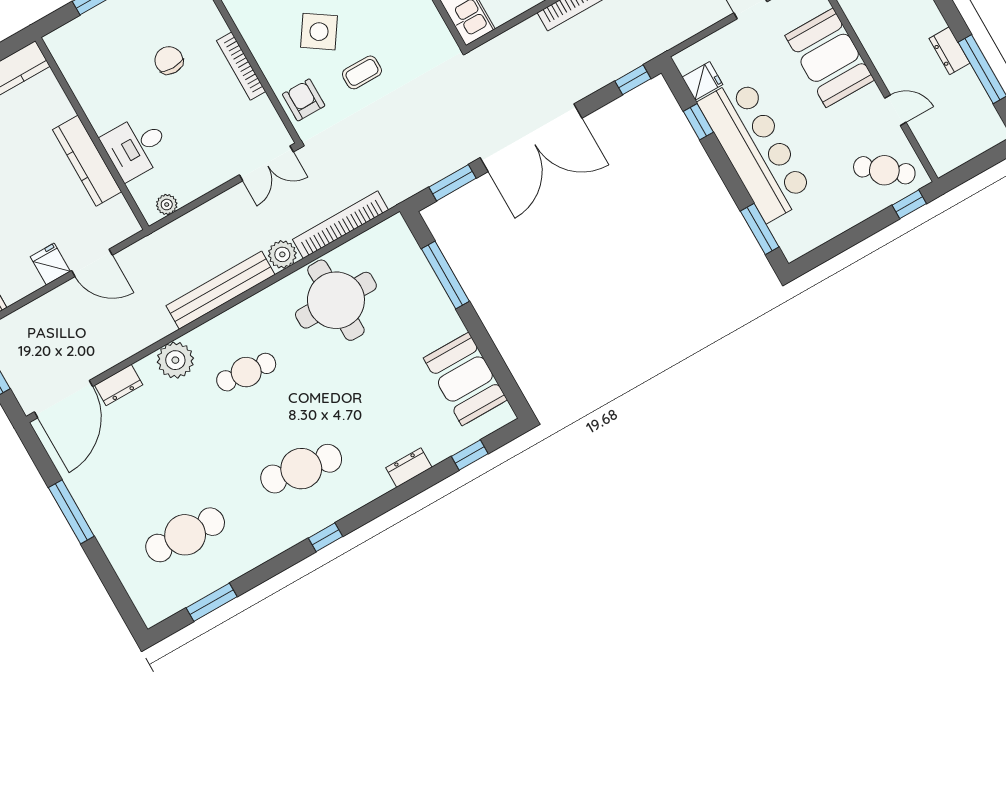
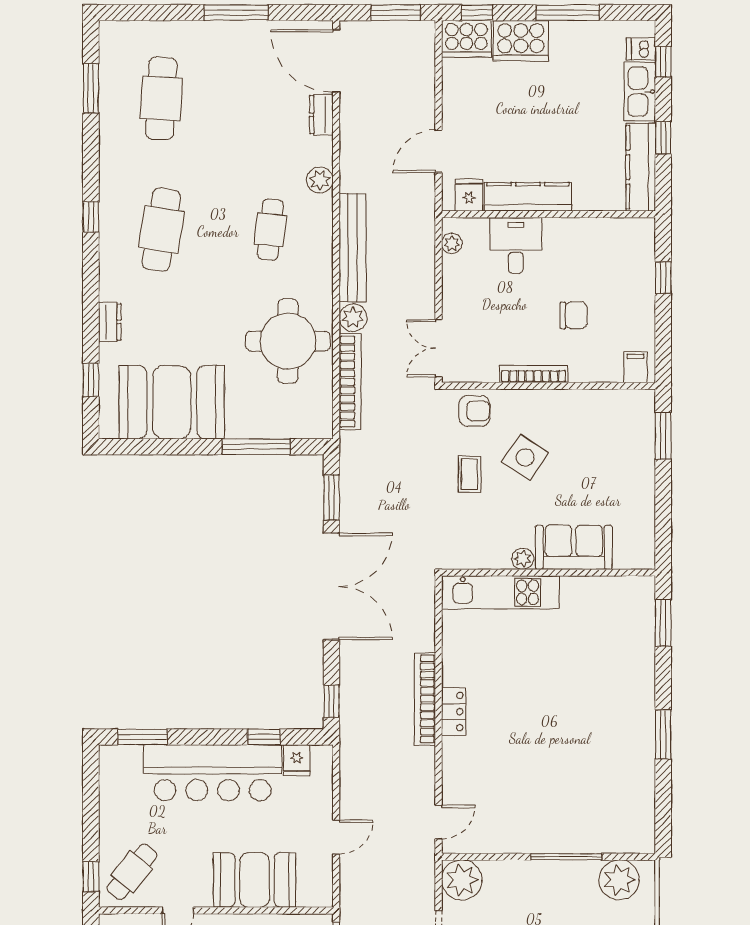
double door: (531, 138) -> (331, 586), swing flipped
fridge: (50, 264) -> (469, 195), moved, turned -90
plant: (175, 360) -> (320, 180), width x0.73, depth x0.73
booth: (465, 379) -> (172, 402), width x1.36, depth x1.42

